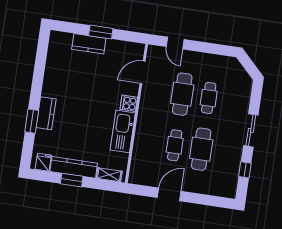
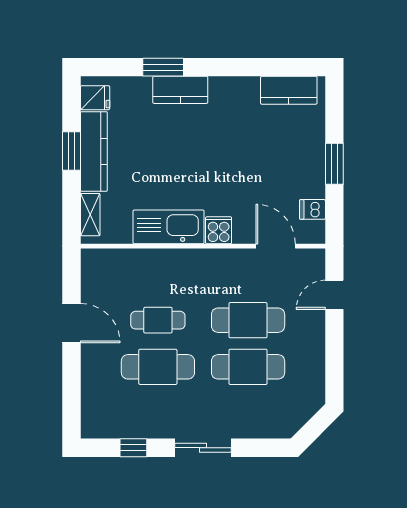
kitchen counter: (89, 44) -> (289, 90), moved, turned -90
dishwasher: (125, 48) -> (312, 209), added
cafe table: (209, 98) -> (248, 367), width x1.37, depth x1.35

